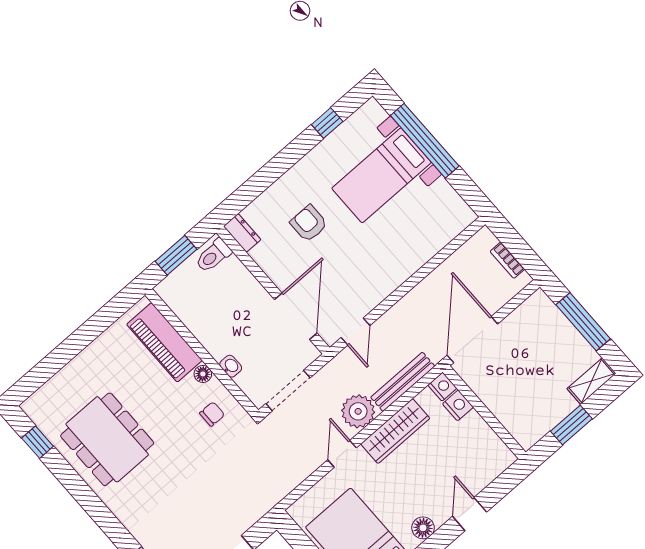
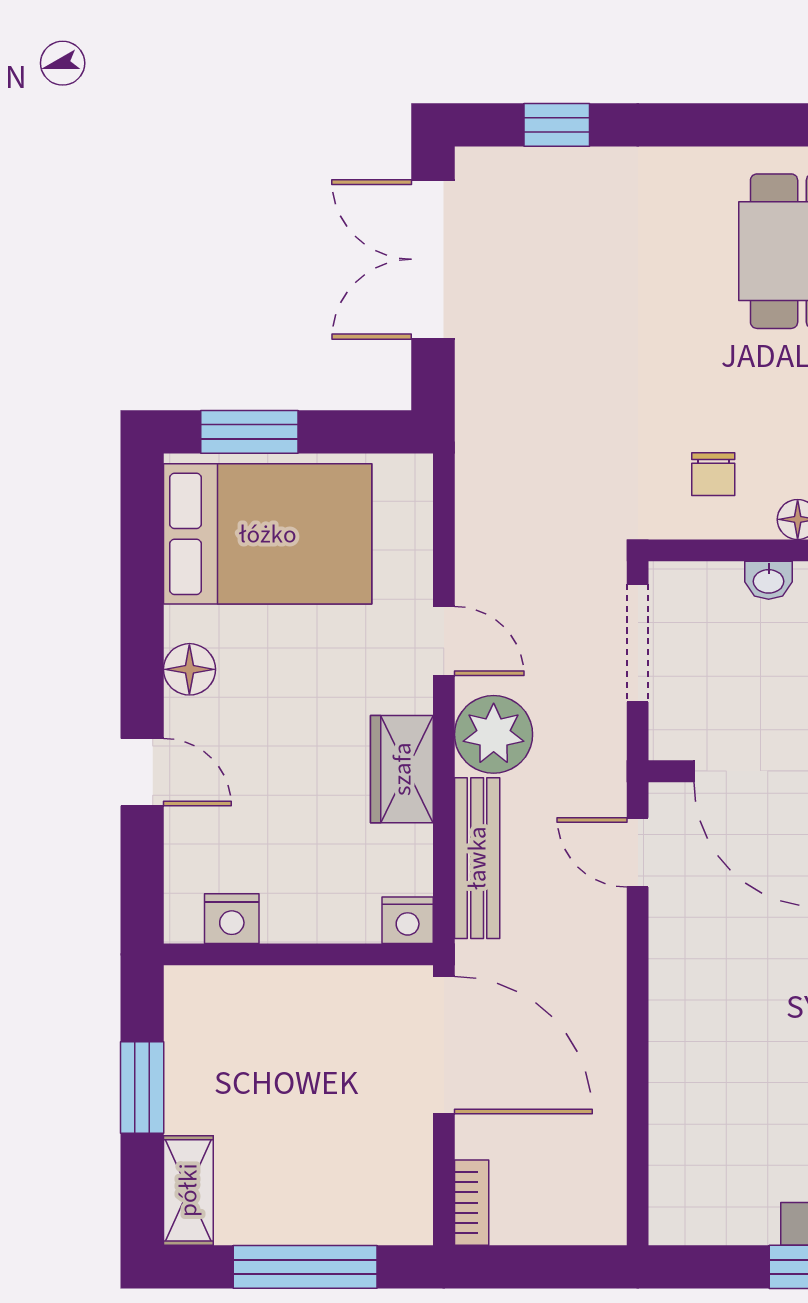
bookcase: (507, 260) -> (472, 1203), moved, turned 90
nightstand: (458, 405) -> (232, 919), moved
wardrobe: (395, 431) -> (402, 769), width x0.67

